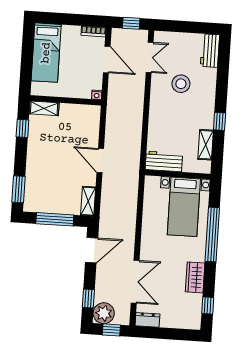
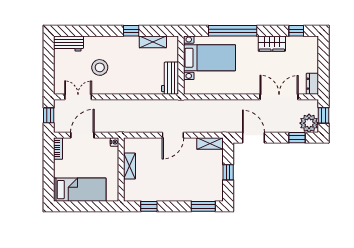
shelving: (44, 108) -> (130, 166), moved
window: (55, 219) -> (228, 172), width x0.46

